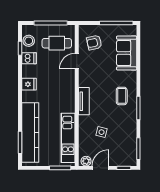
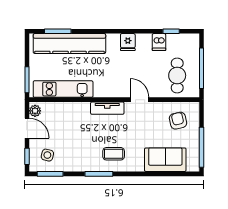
stool: (29, 41) -> (180, 42), removed
door: (77, 61) -> (139, 100), moved
side table: (102, 132) -> (47, 155), moved

